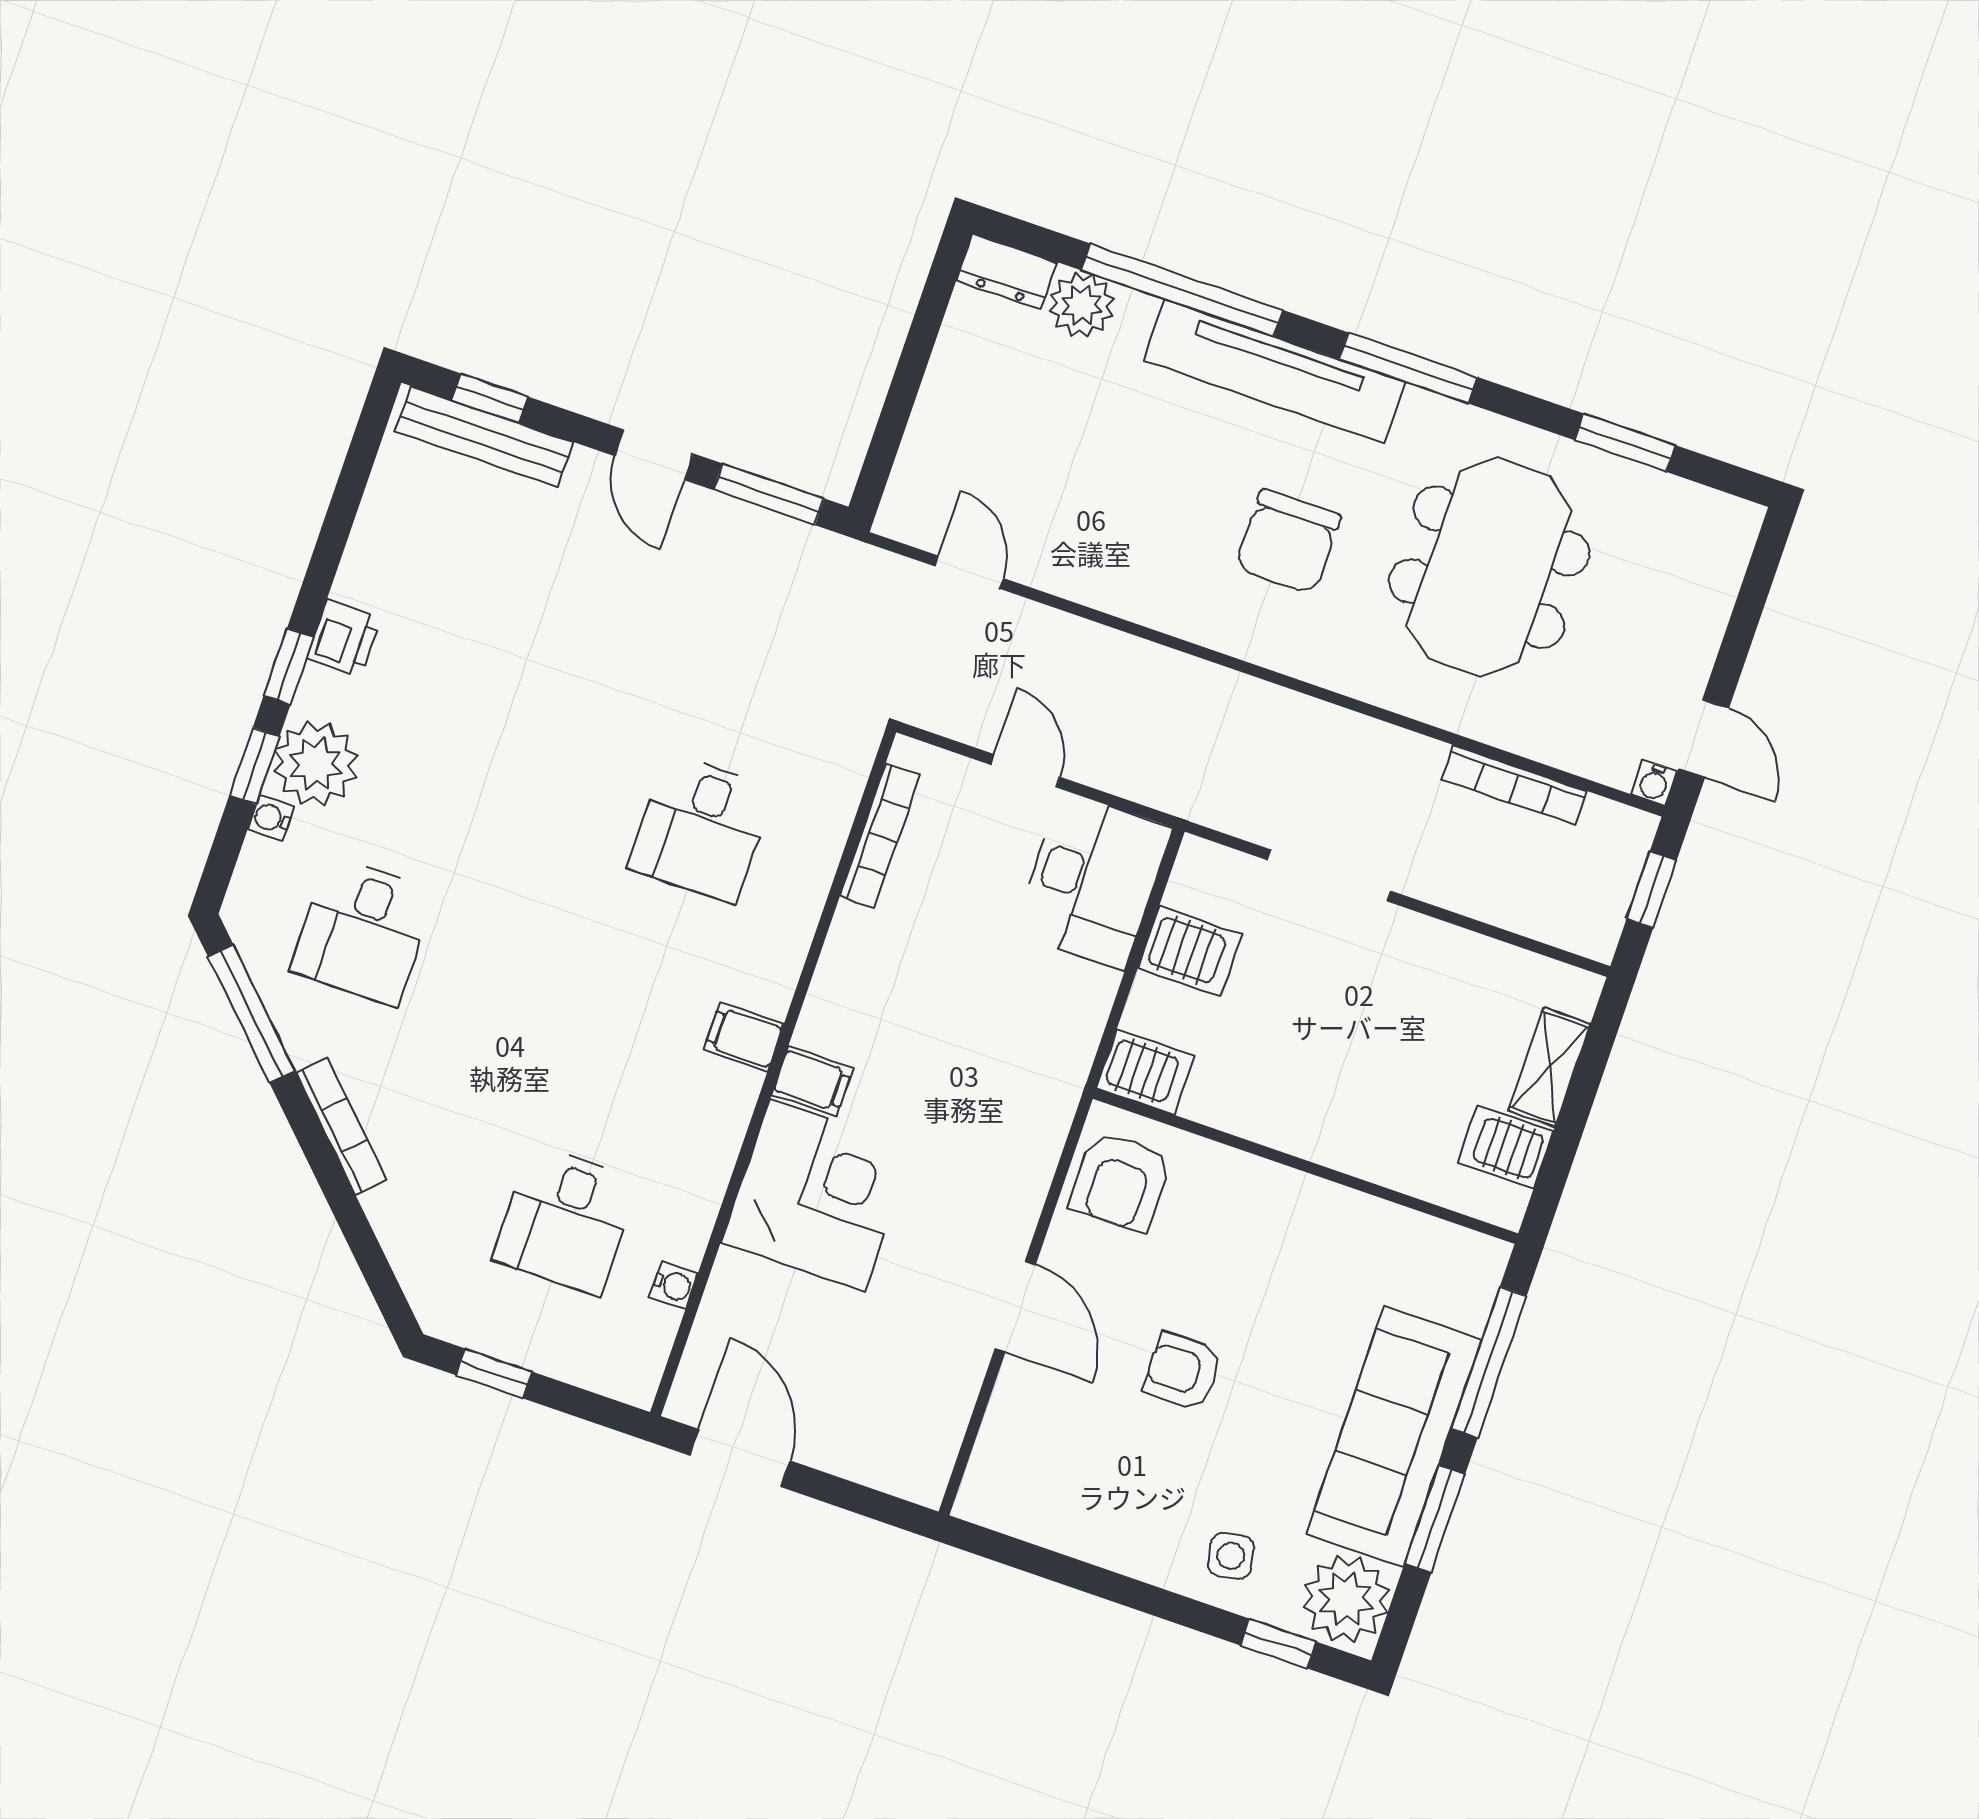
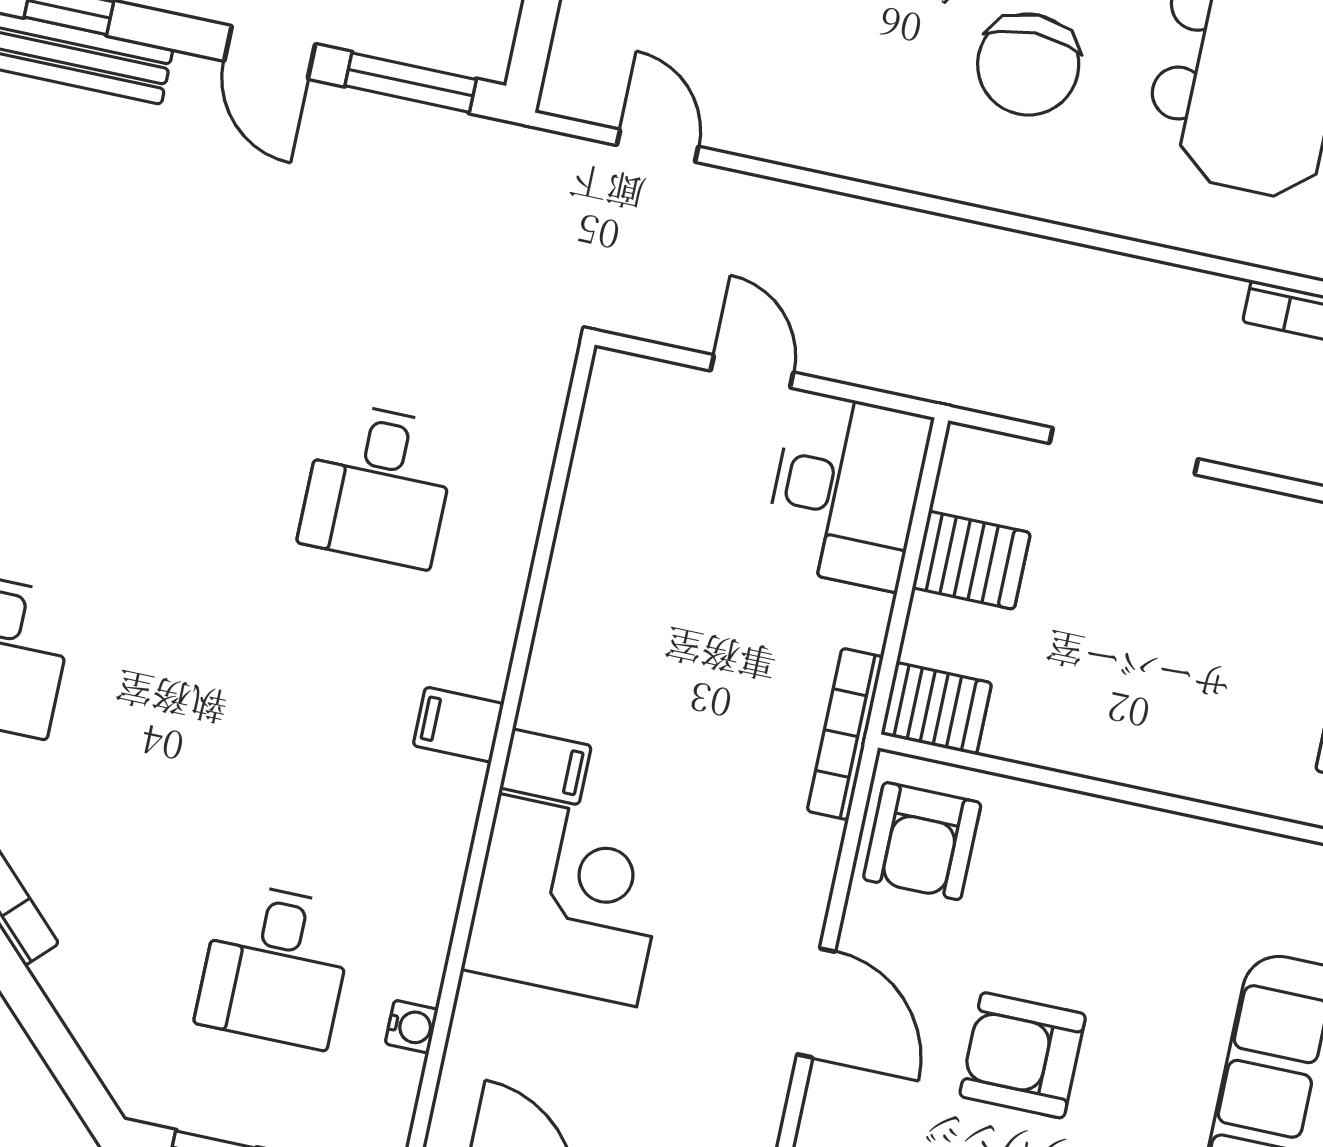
bookcase: (880, 836) -> (845, 734), moved, turned 180
armchair: (1183, 1371) -> (1023, 1055), width x1.38, depth x1.38

